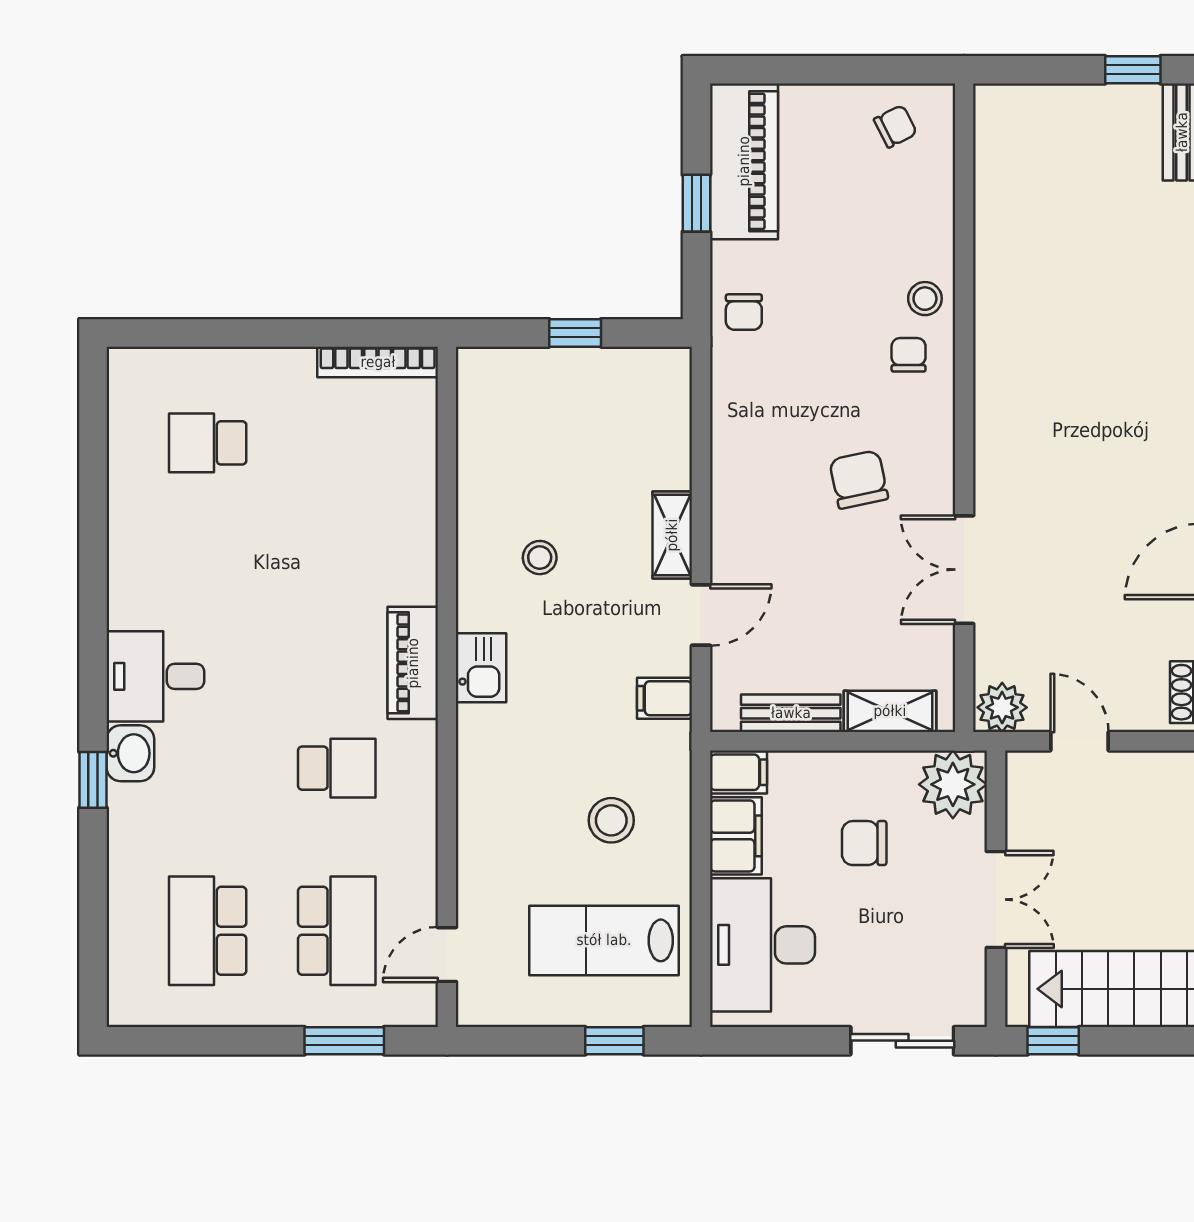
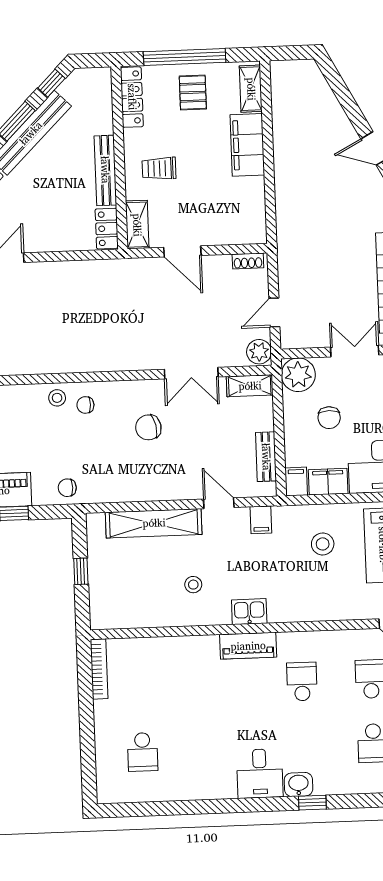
chair: (744, 312) -> (67, 488), turned 180
shelving: (672, 535) -> (154, 523), width x2.20, depth x1.33
shelving: (890, 711) -> (250, 386), moved, turned 90

